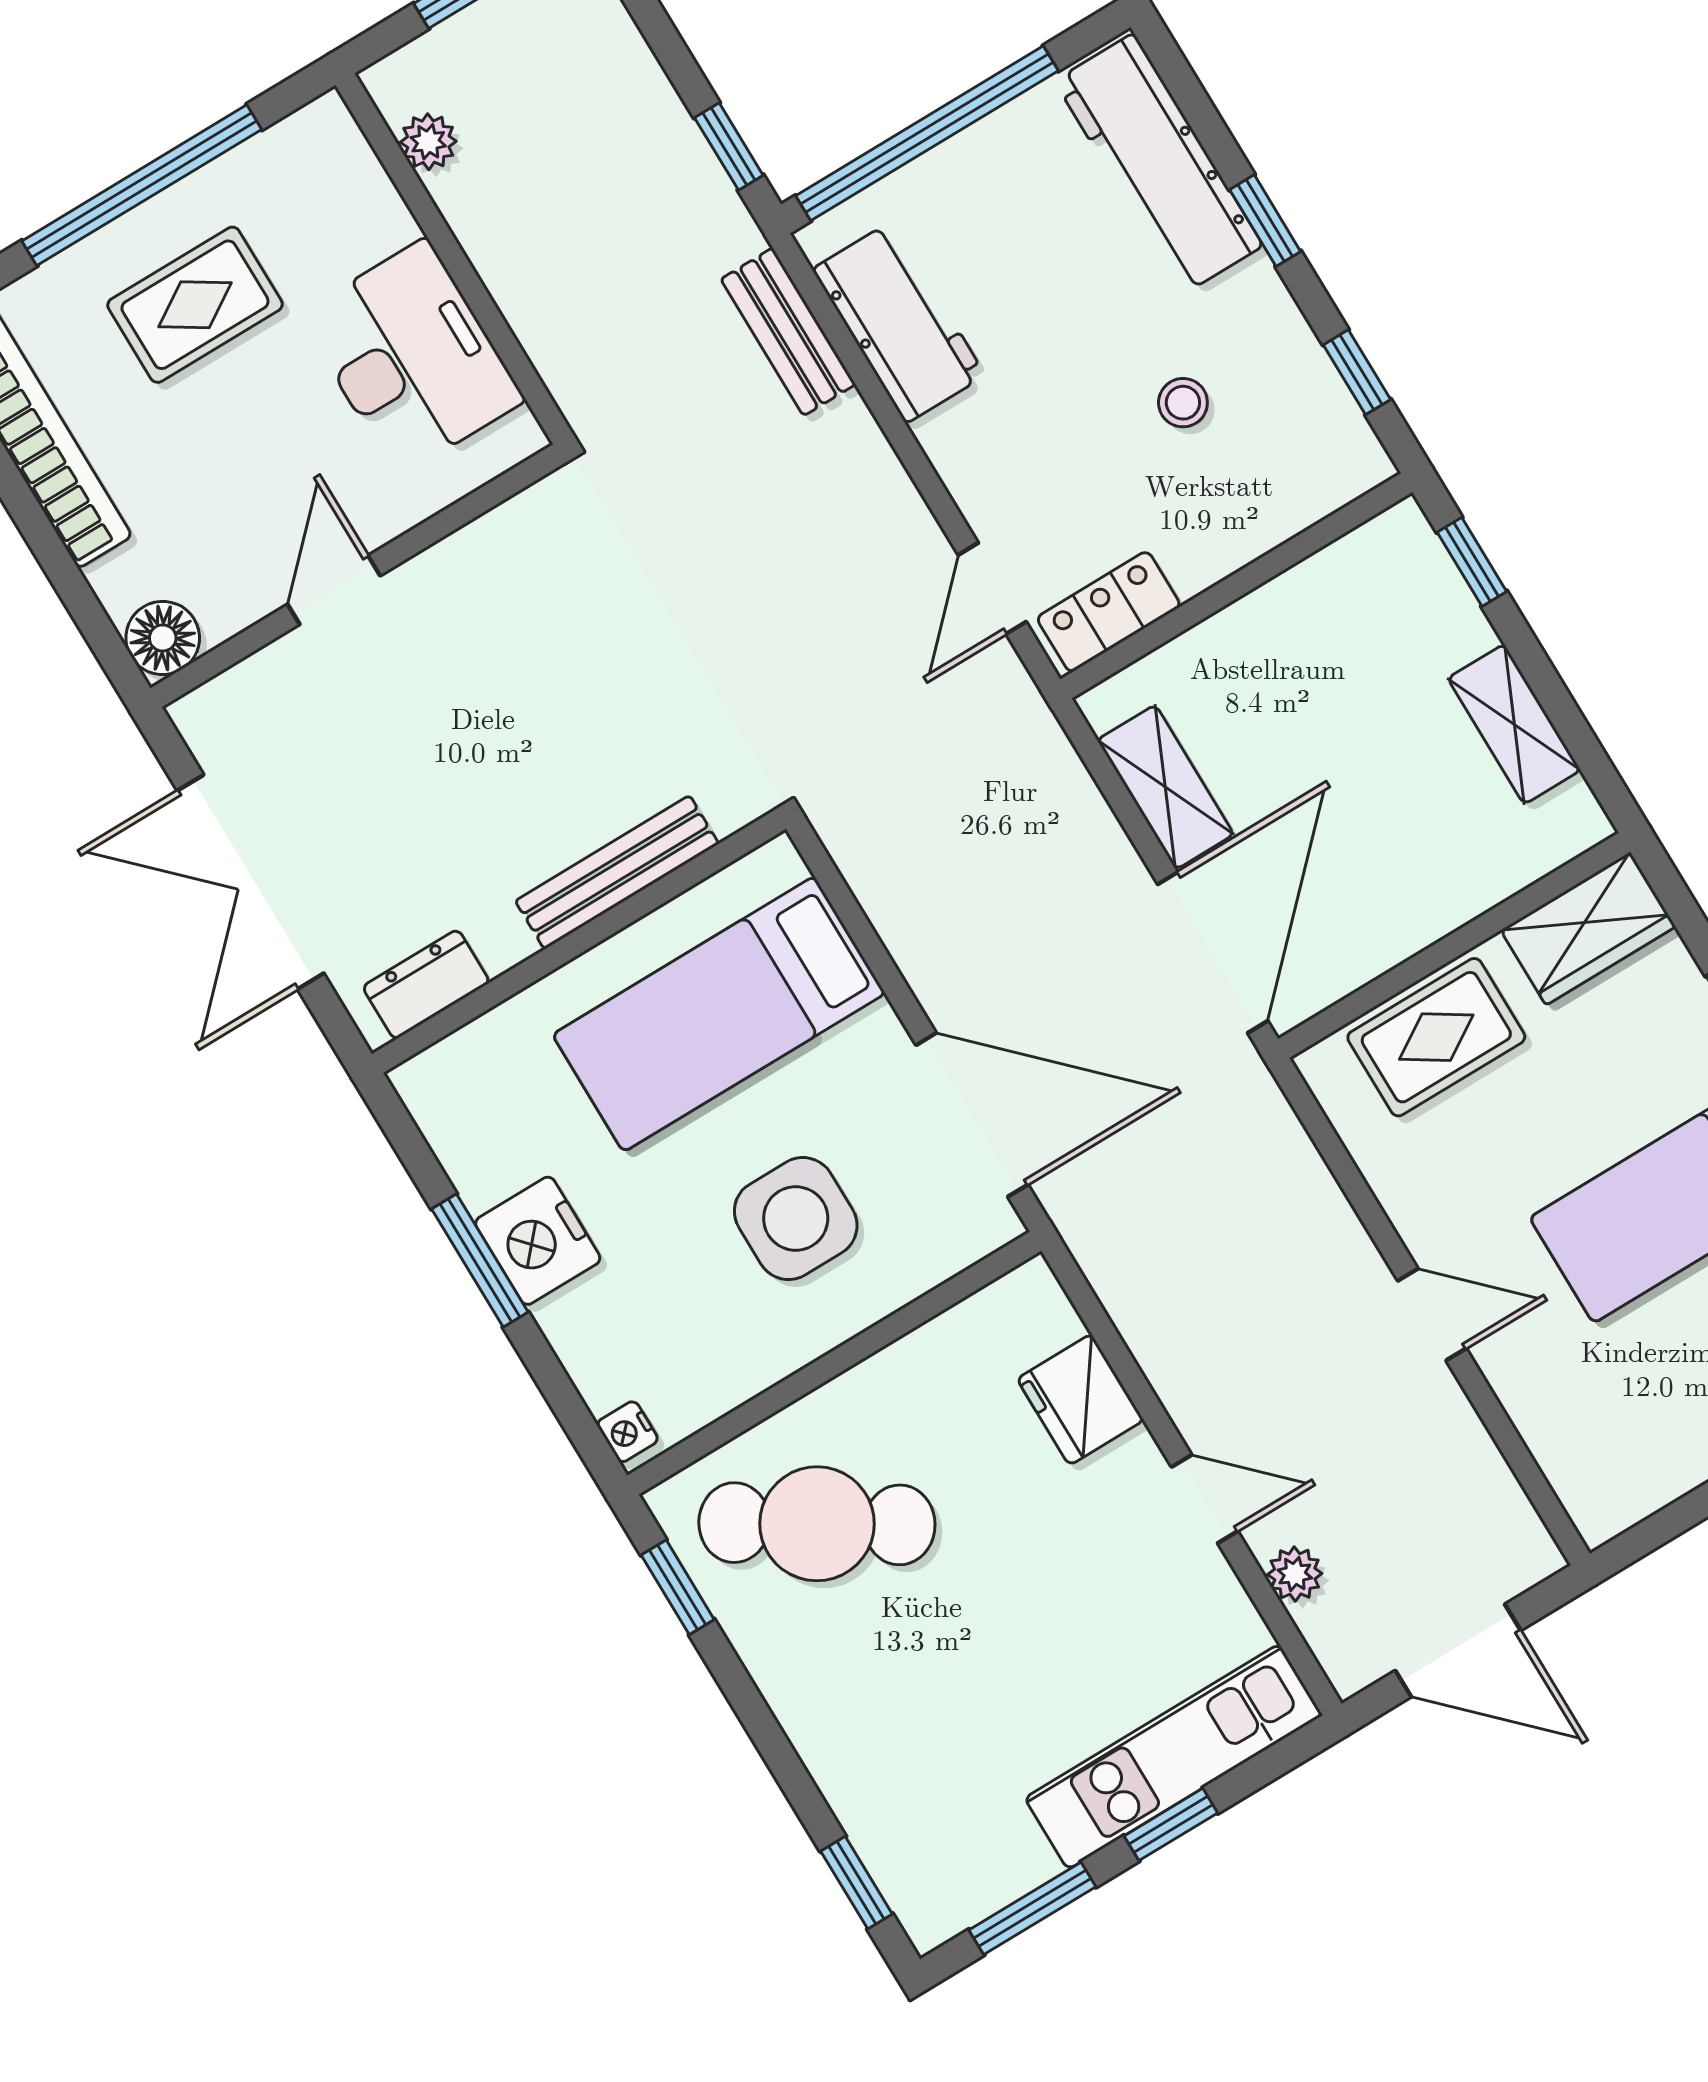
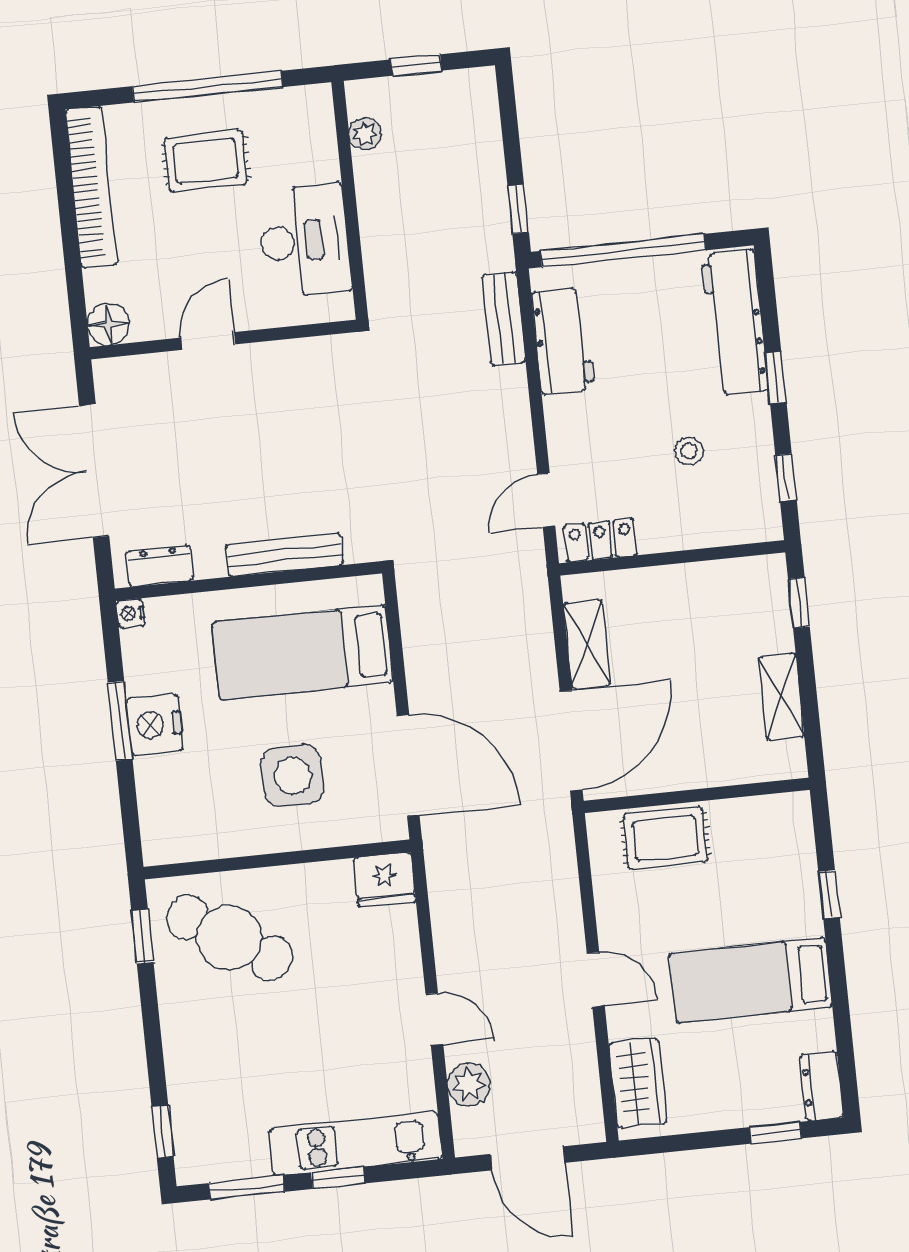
wardrobe: (1588, 928) -> (638, 1083), moved, turned -90
fridge: (1080, 1400) -> (385, 880), moved, turned -90
nightstand: (627, 1432) -> (130, 613), moved
plant: (1295, 1574) -> (469, 1085), width x1.38, depth x1.38

